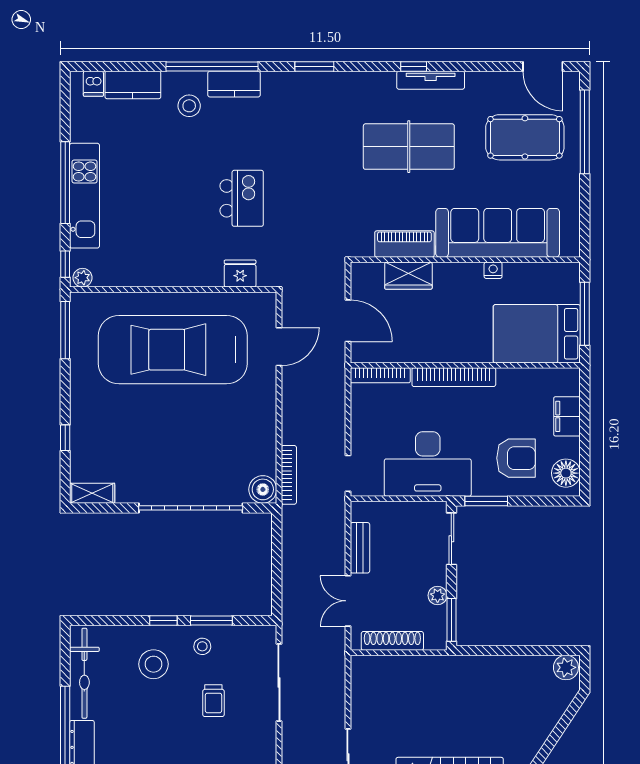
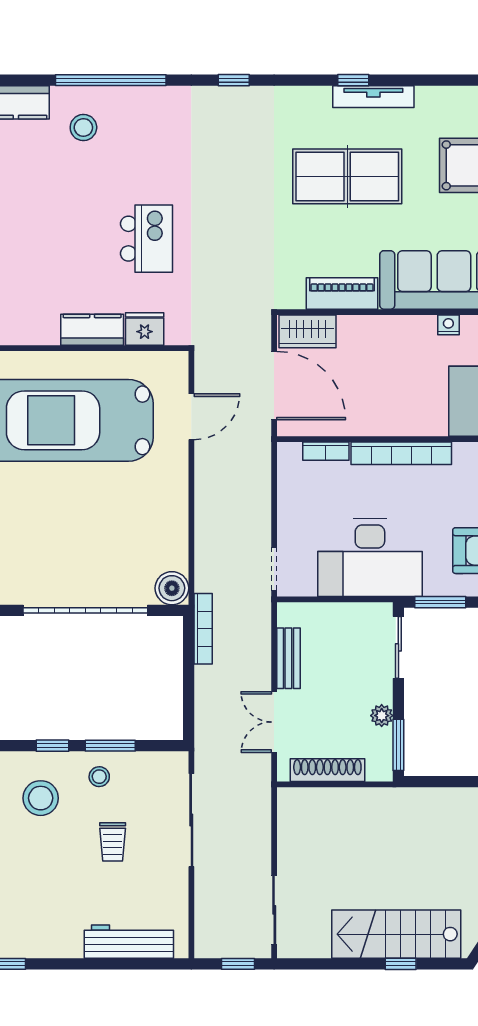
window: (314, 66) -> (234, 80), width x0.67
kitchen counter: (234, 84) -> (92, 330), moved, turned 180
wardrobe: (408, 276) -> (308, 331), moved
door: (348, 321) -> (274, 386), width x1.36
bookcase: (380, 375) -> (326, 451), width x0.64
bookcase: (289, 475) -> (203, 629), moved

